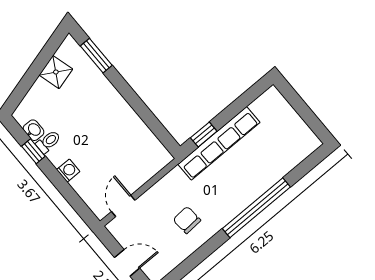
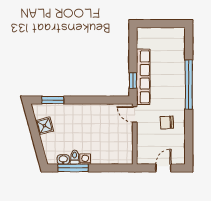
window: (33, 151) -> (73, 168), width x2.17
washing machine: (68, 171) -> (85, 159), moved
door: (123, 206) -> (135, 114), moved

